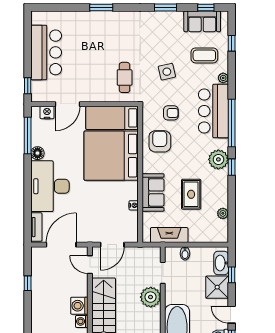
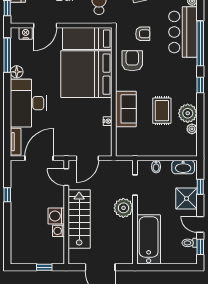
plant: (218, 159) -> (188, 113), moved
fireplace: (169, 235) -> (141, 149), removed
washbasin: (221, 263) -> (183, 167), moved, turned -90

